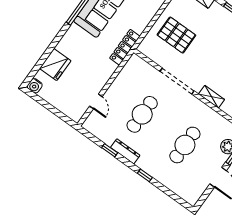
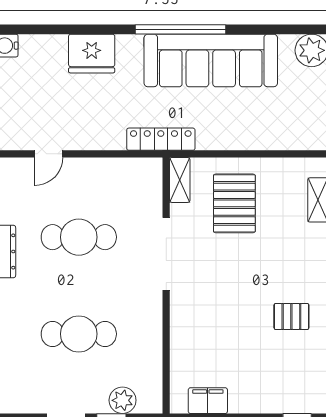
fridge: (55, 65) -> (92, 54), moved
shelving: (212, 97) -> (180, 180), moved

